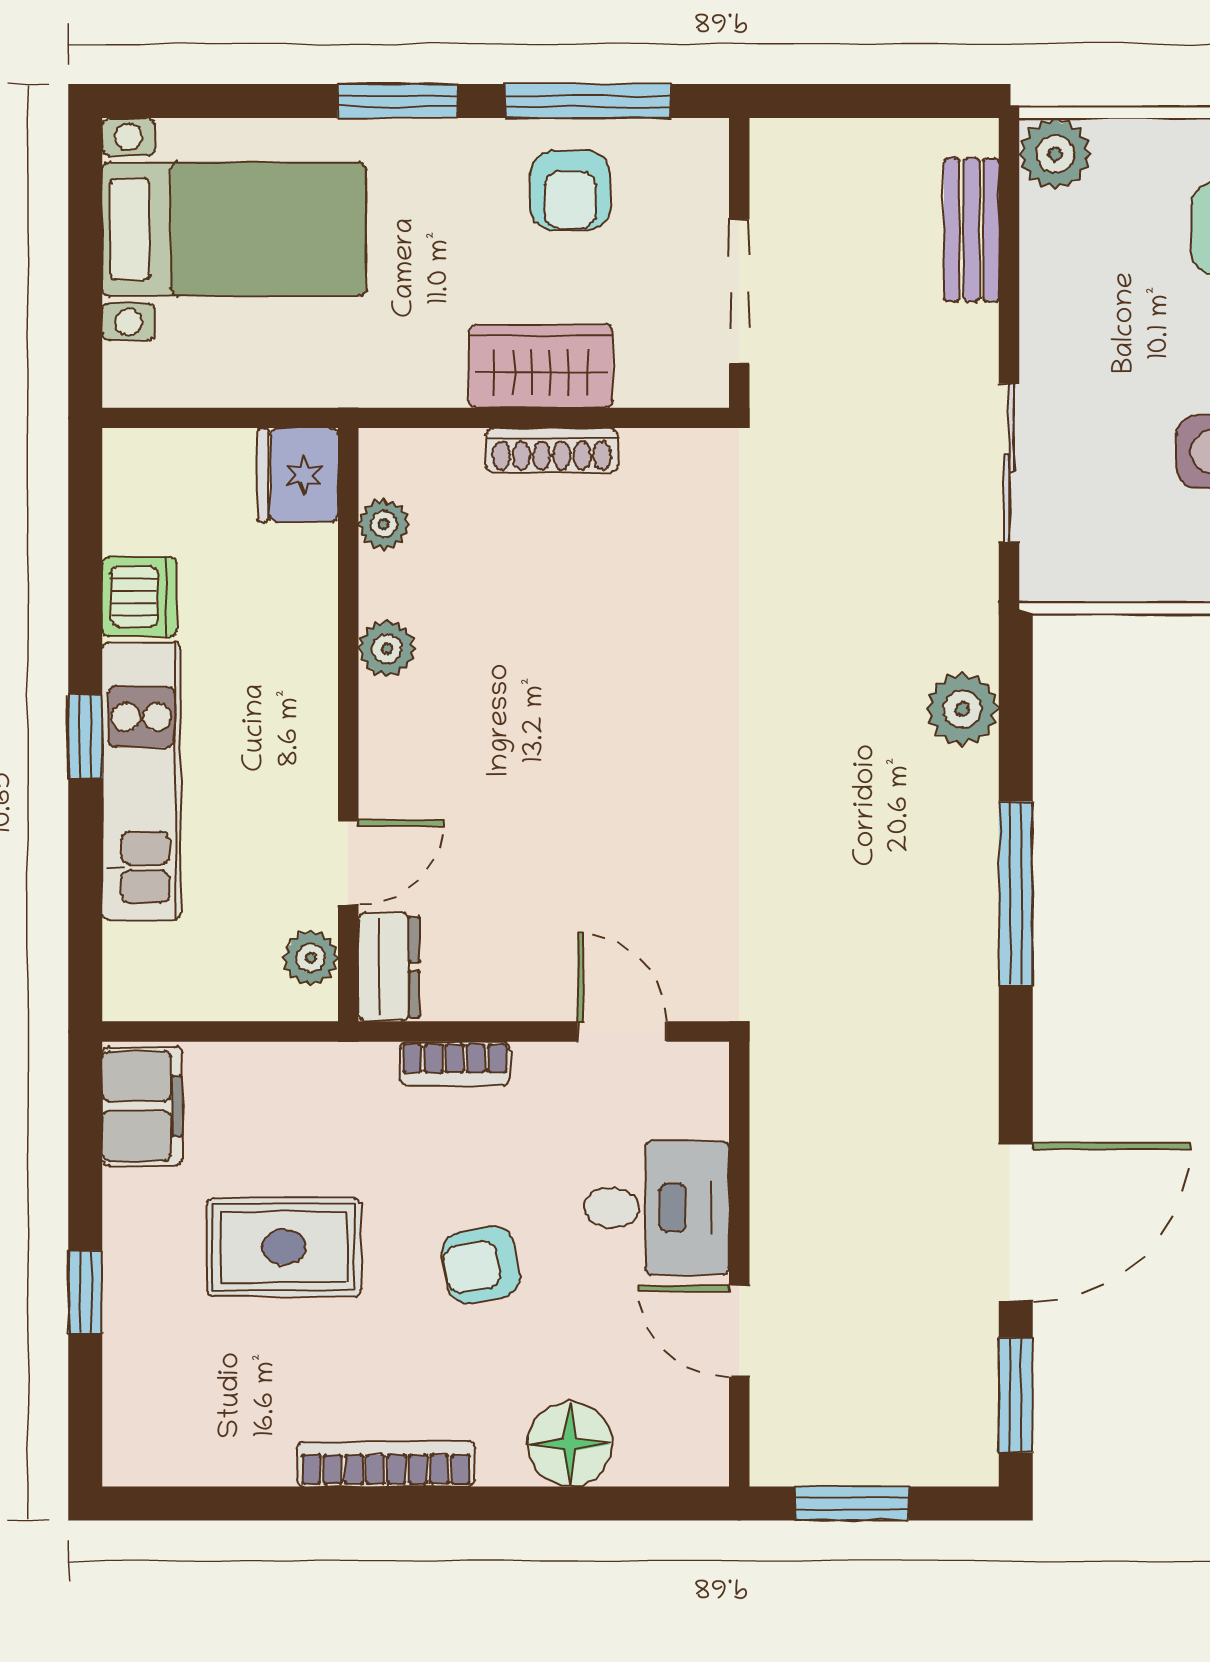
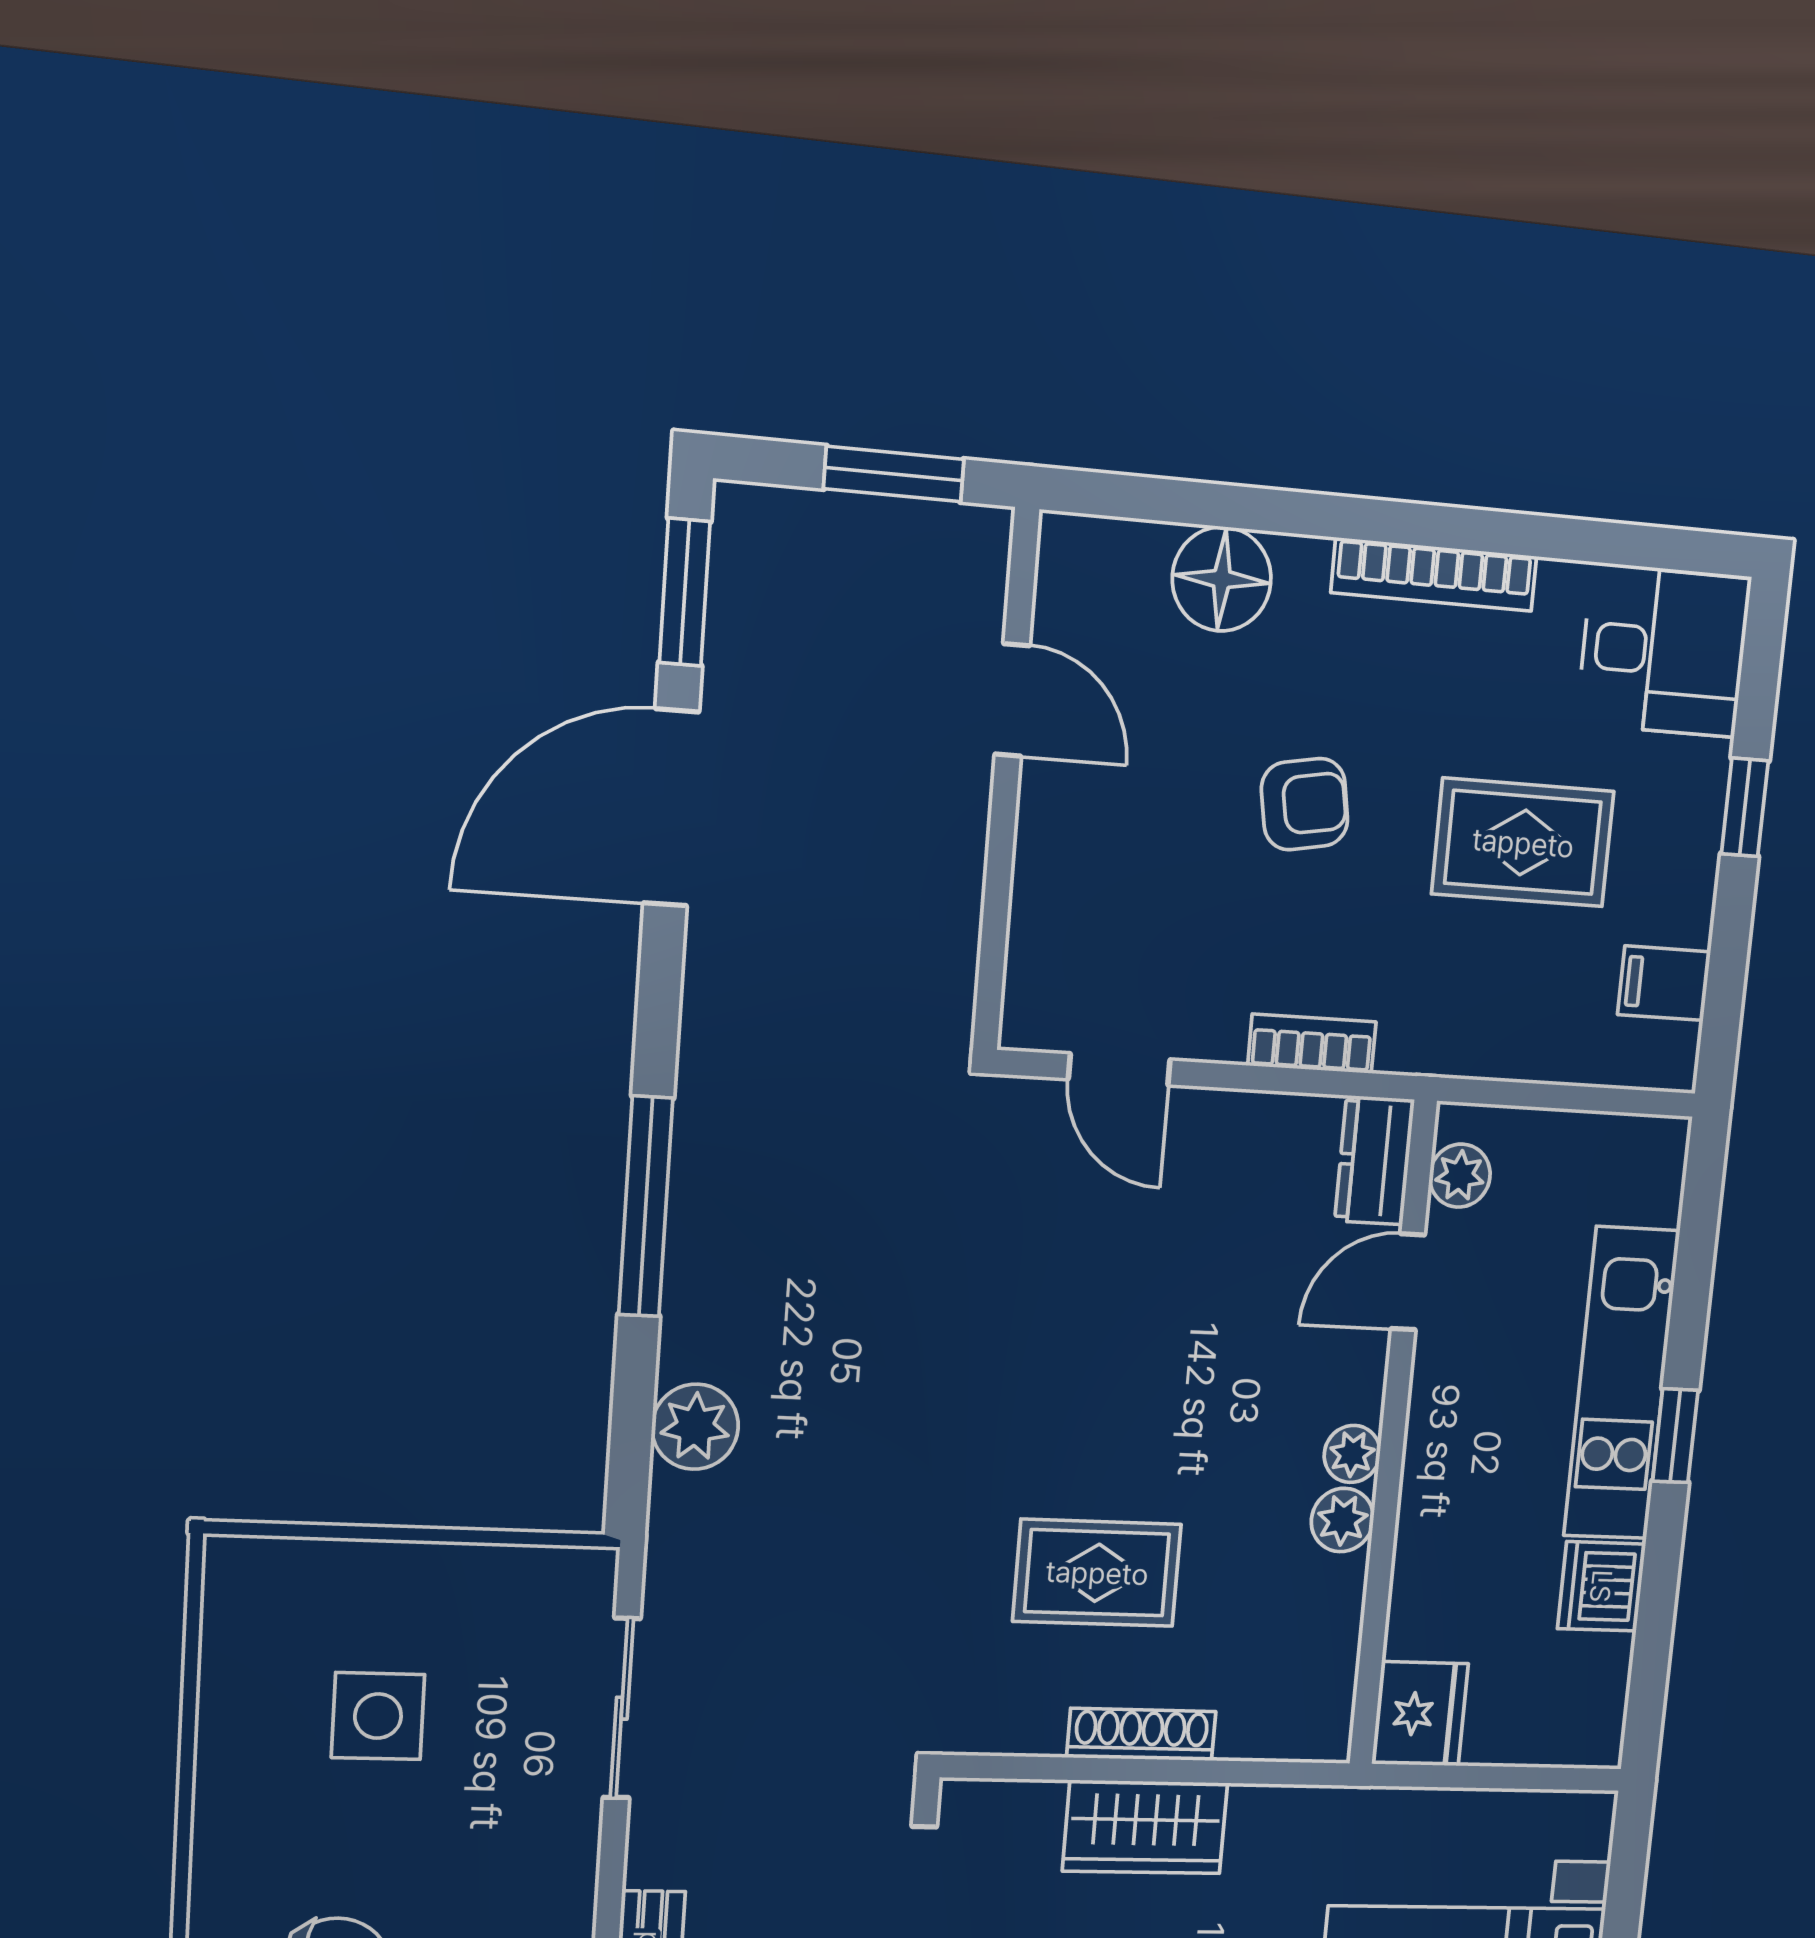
plant: (384, 524) -> (1352, 1454), moved
rug: (604, 594) -> (1097, 1573), added
filing cabinet: (142, 1106) -> (1664, 983), width x0.50
desk: (657, 1208) -> (1664, 651), moved, turned 180

